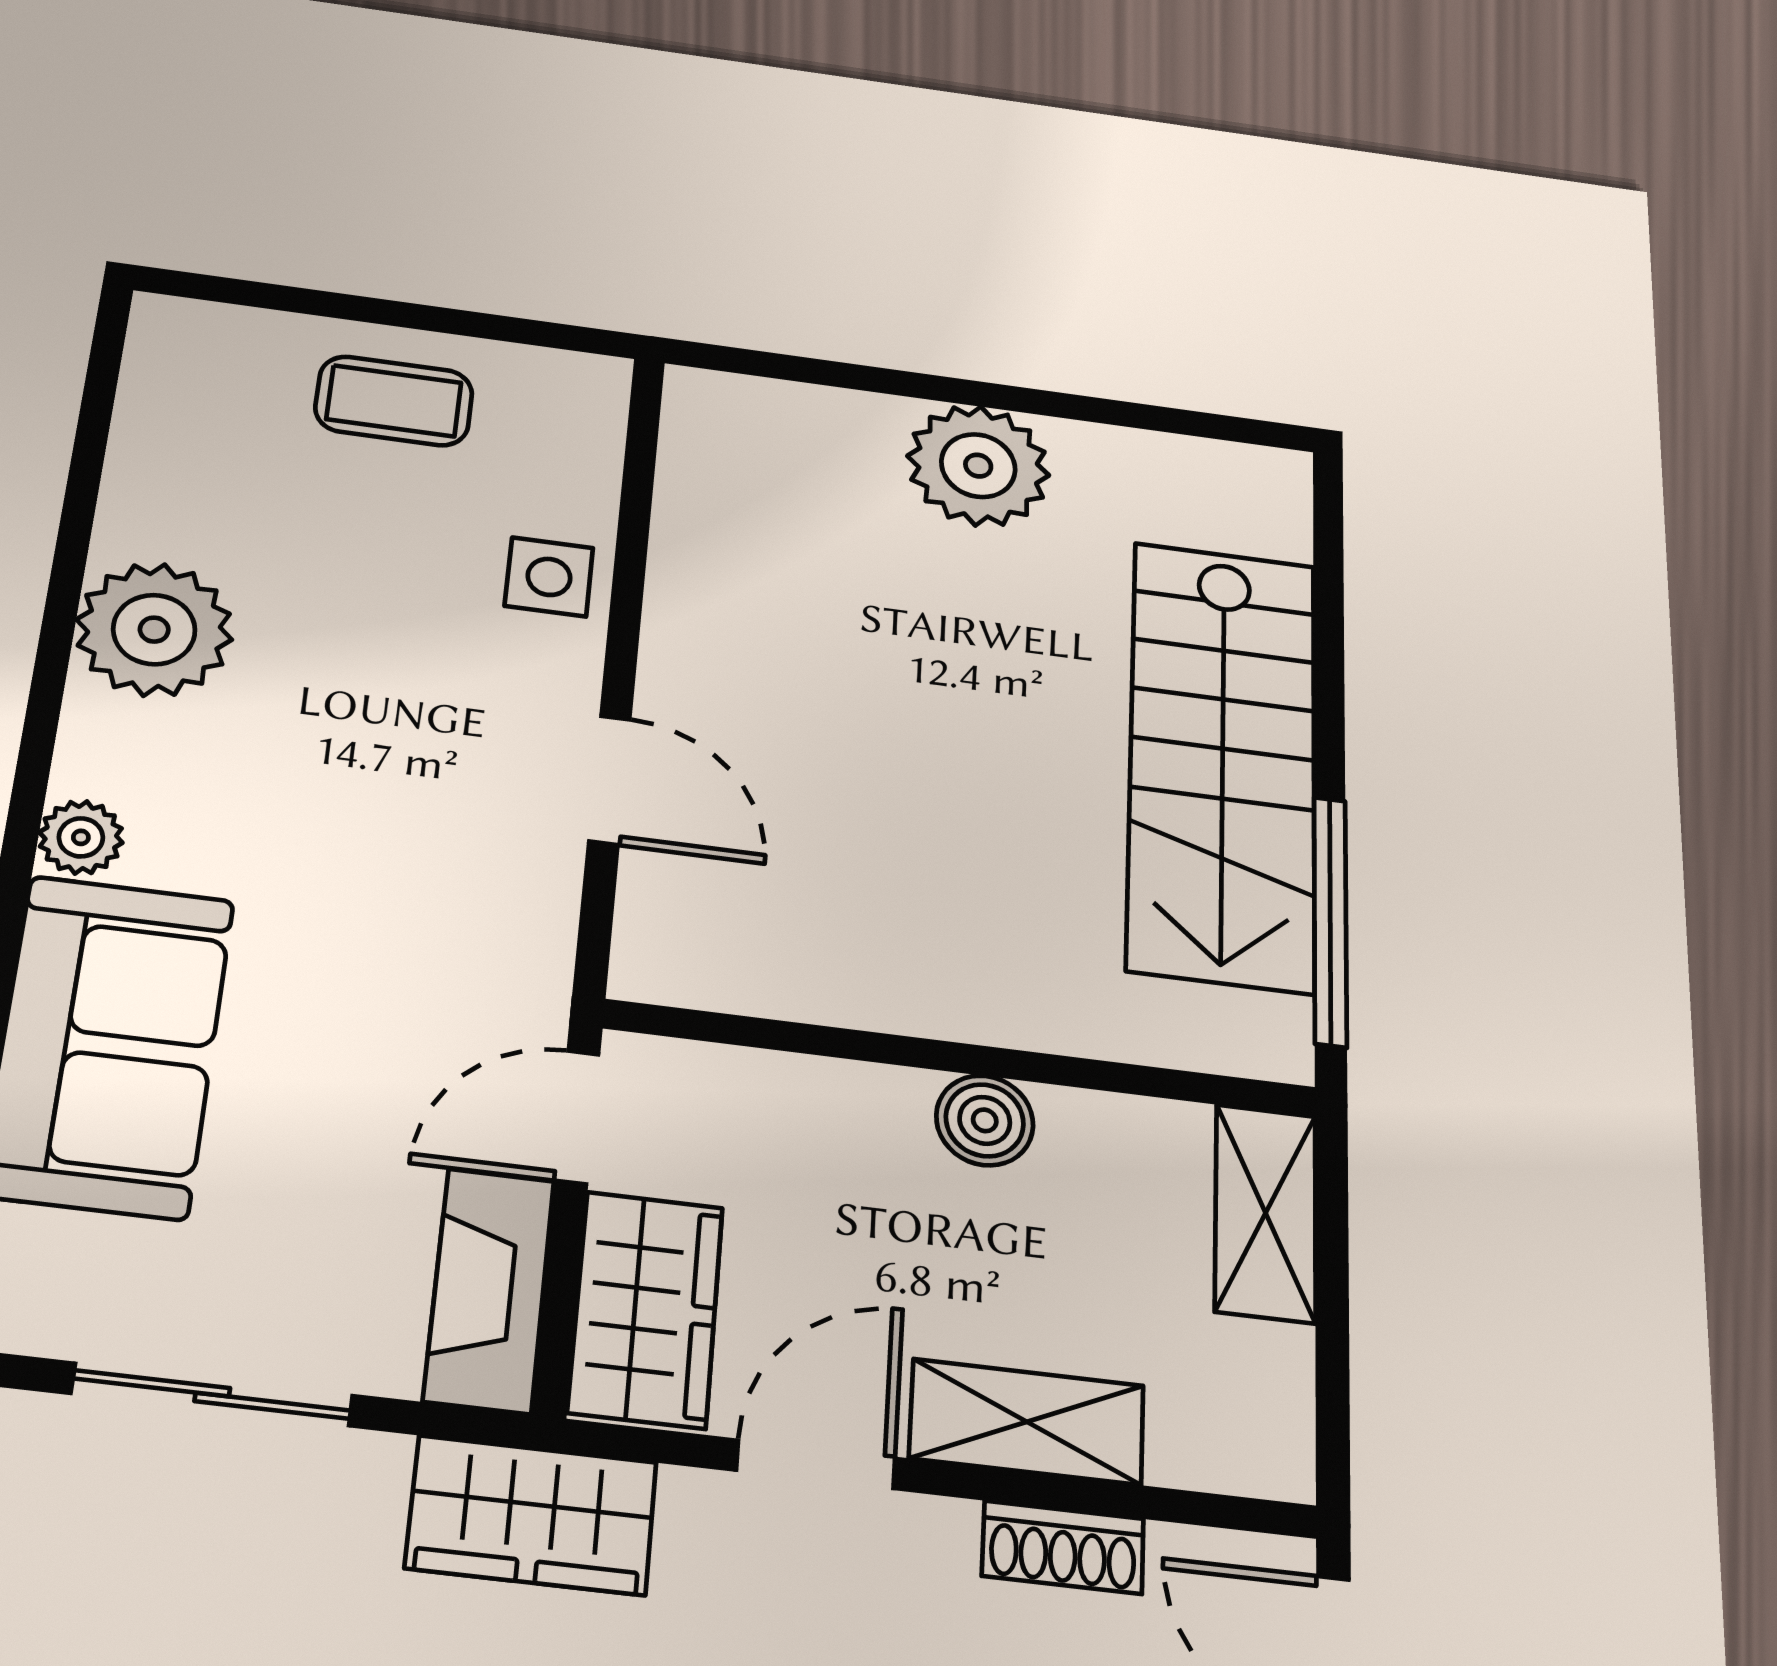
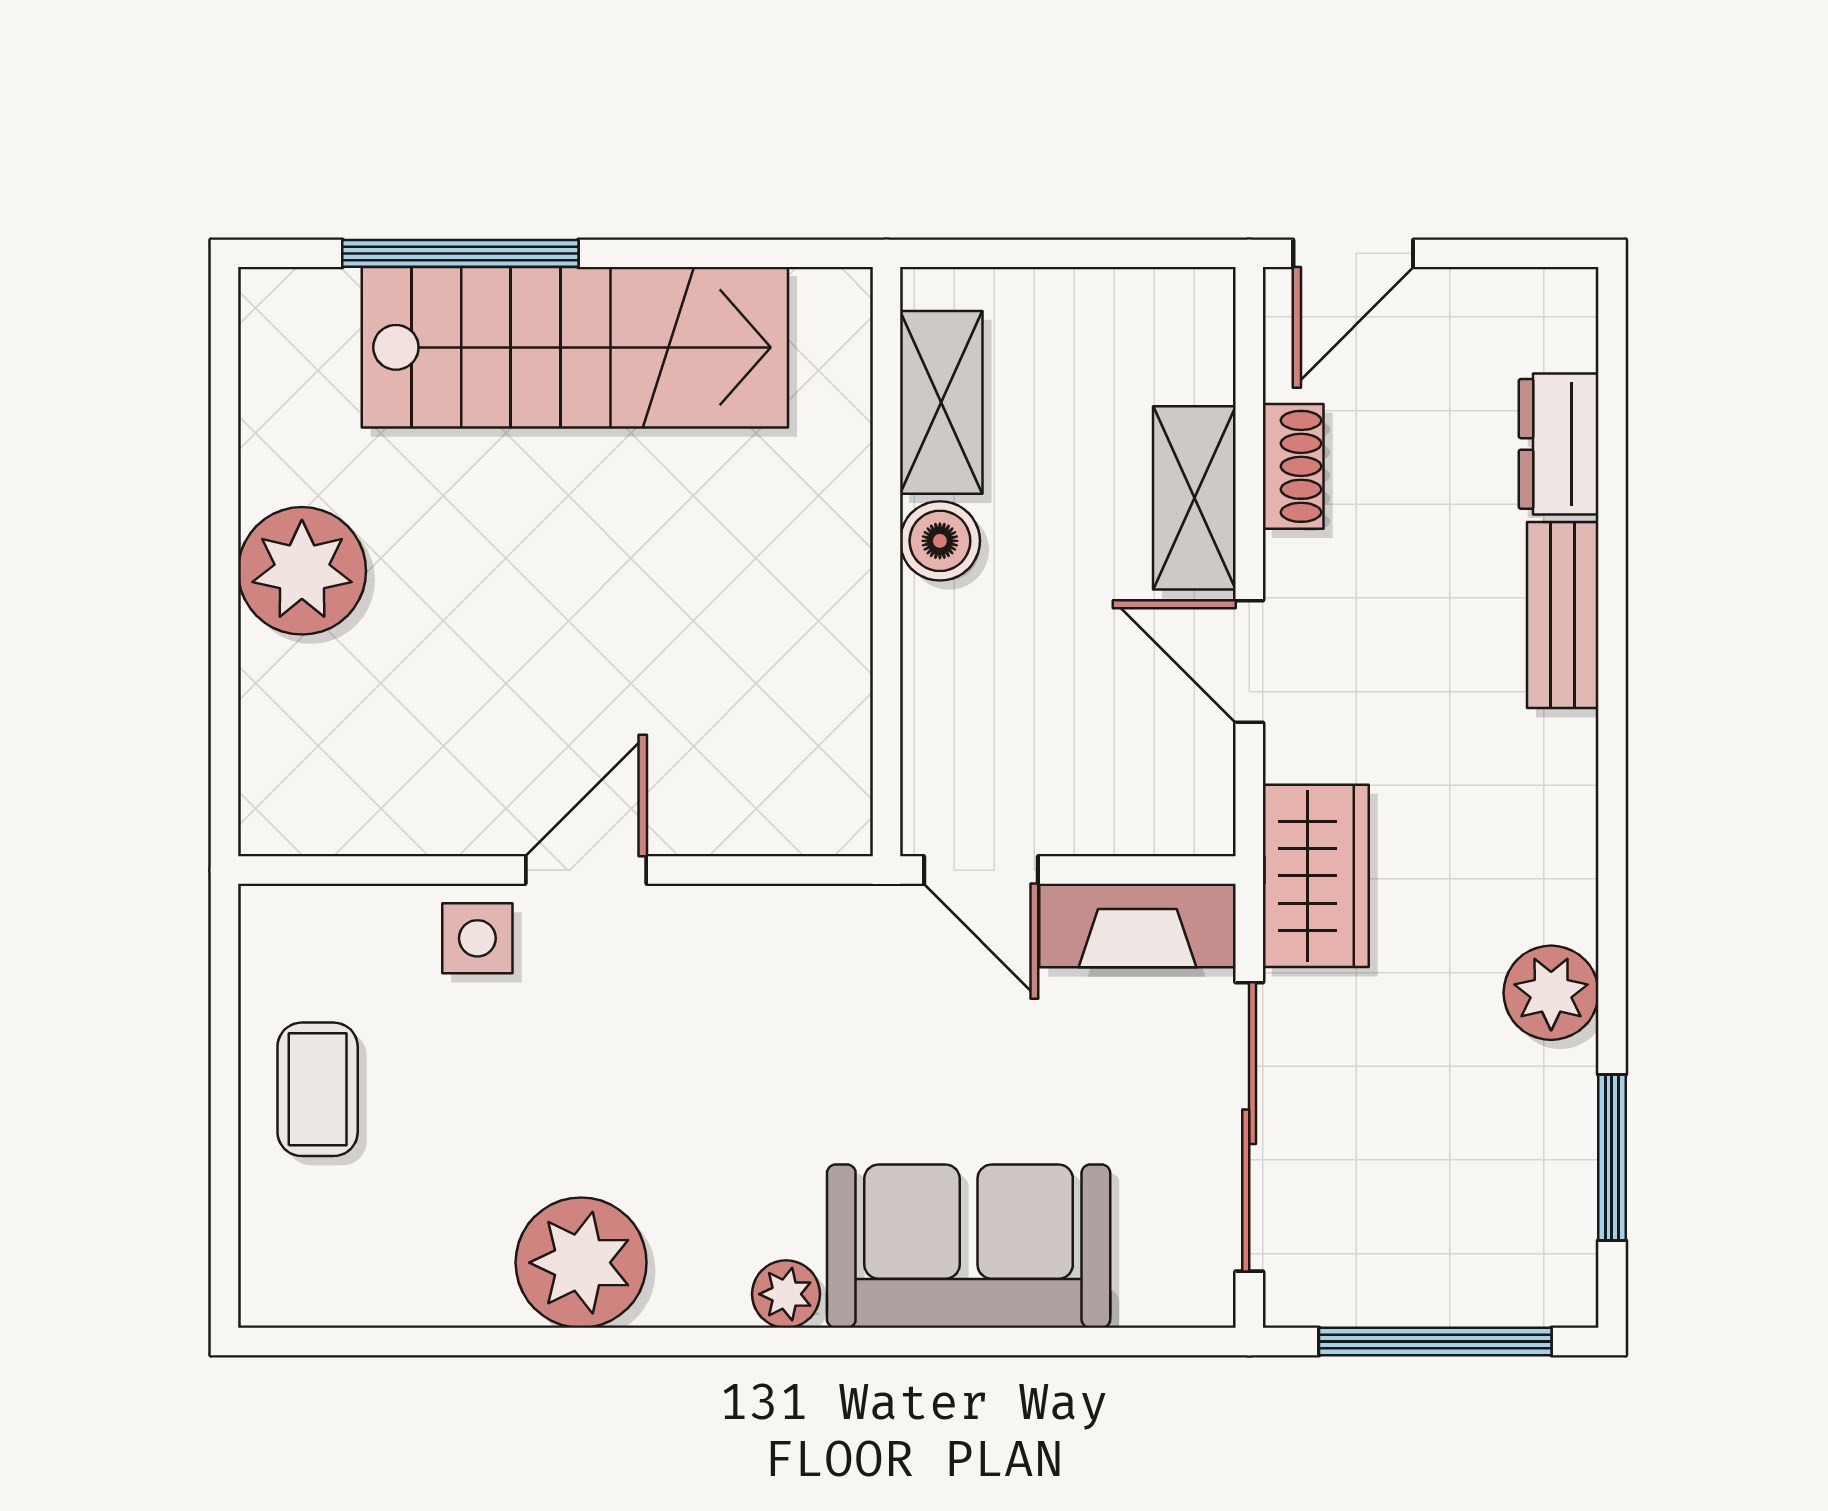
door: (609, 780) -> (586, 870), moved
window: (1330, 921) -> (460, 253), moved
shelving: (1266, 1213) -> (941, 402), moved, turned 90
wardrobe: (646, 1309) -> (1138, 802), removed
sliding door: (212, 1395) -> (1249, 1127), width x1.37

